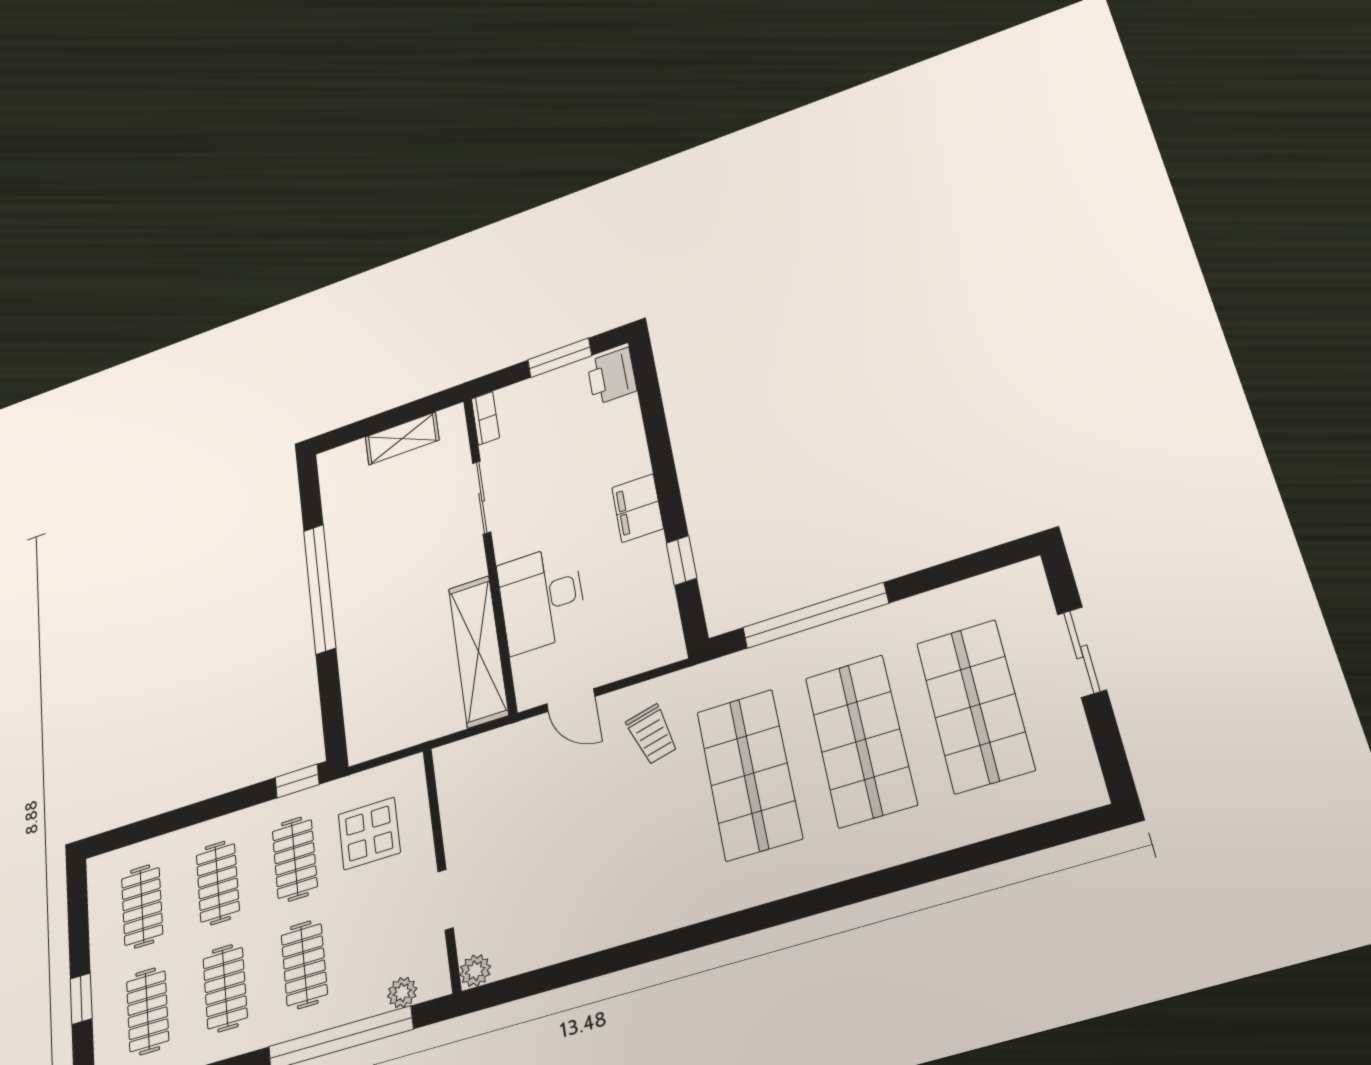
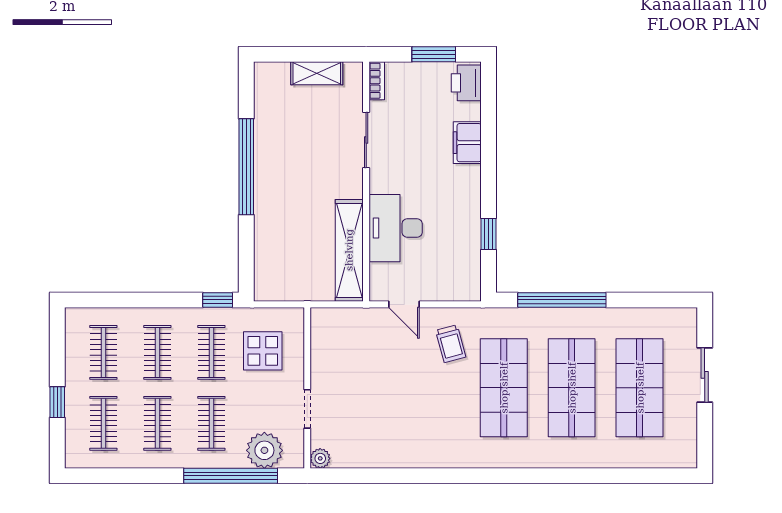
filing cabinet: (638, 508) -> (467, 143), moved
plant: (402, 992) -> (264, 450), width x1.88, depth x1.88

